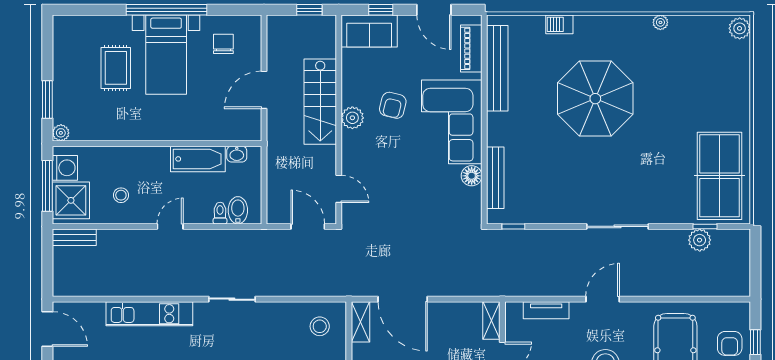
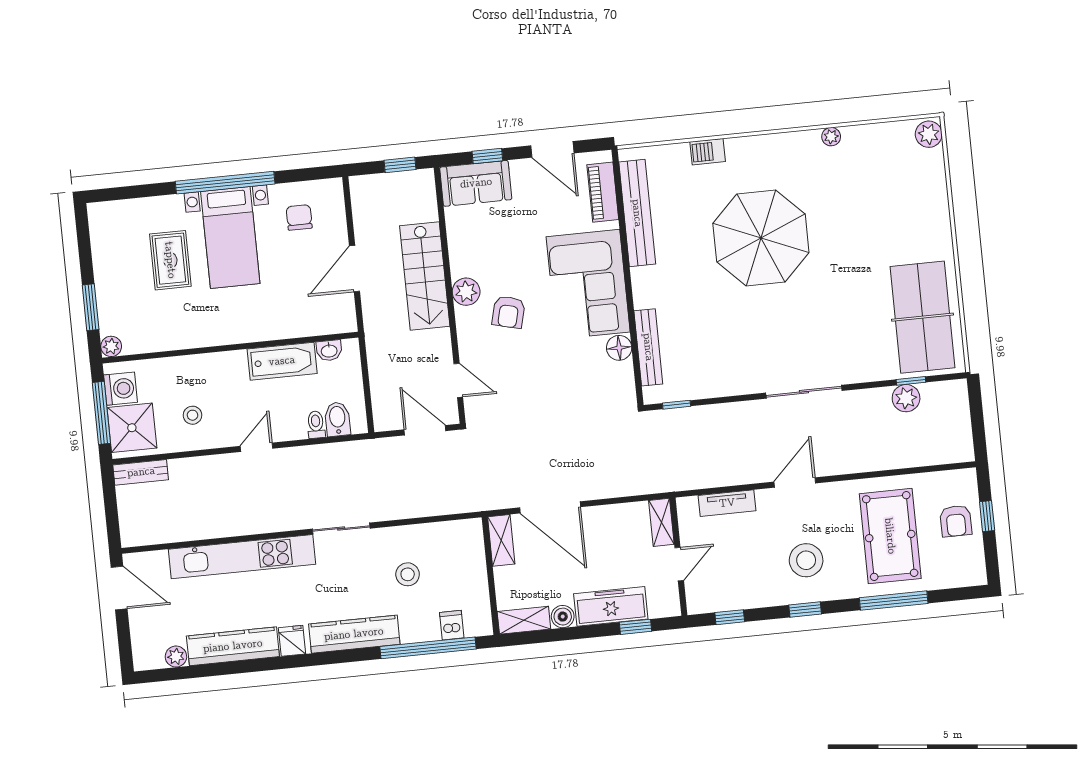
armchair: (393, 105) -> (509, 312), moved
kitchen unit: (149, 314) -> (242, 557), width x1.36
stool: (320, 326) -> (408, 574), moved

